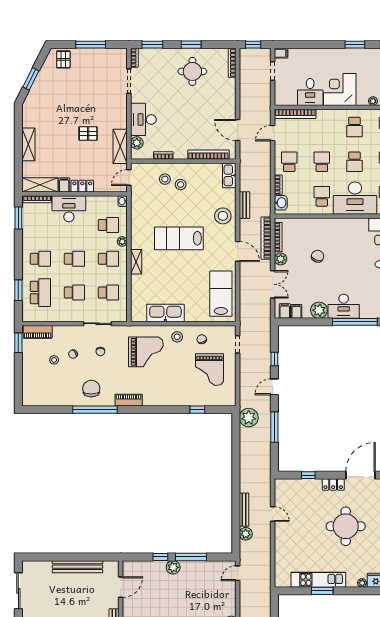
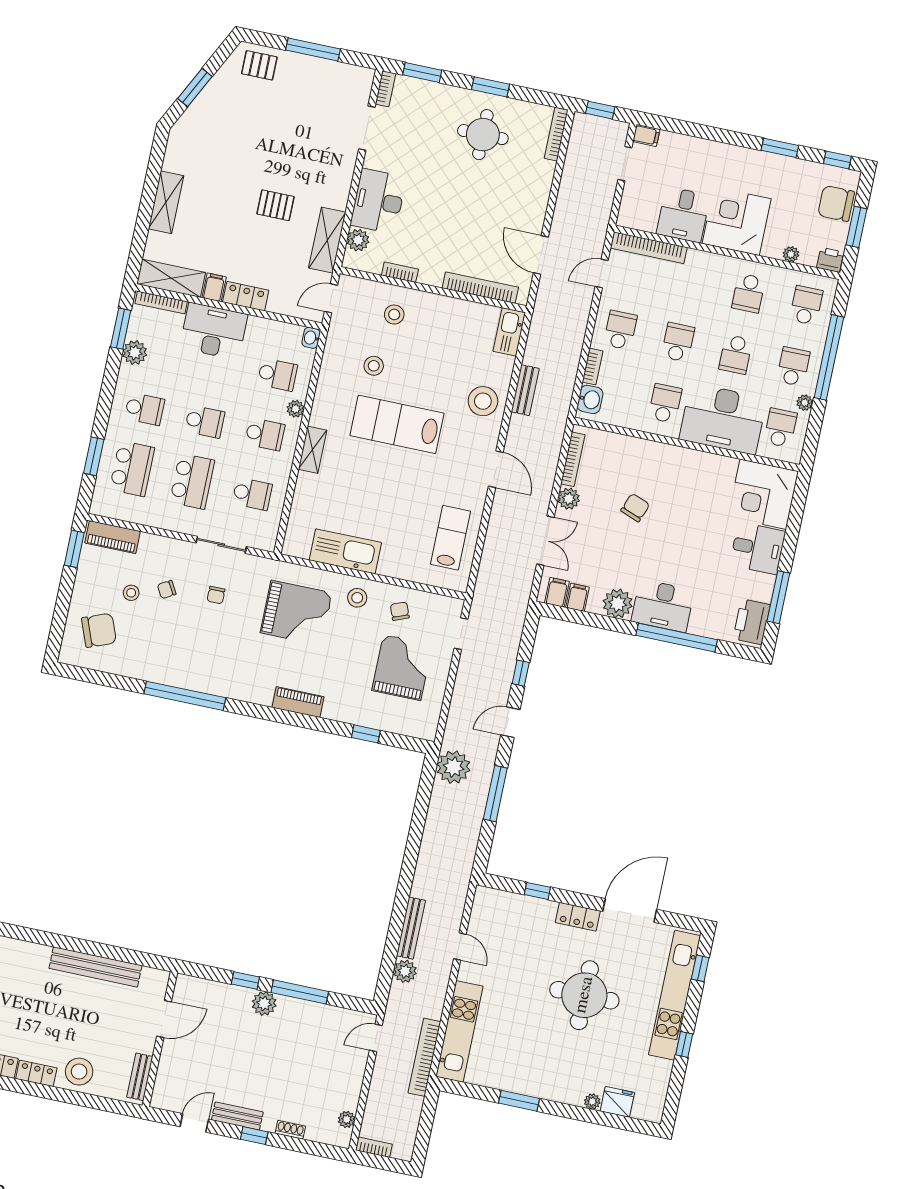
pallet: (63, 59) -> (259, 65), turned 90
stool: (181, 185) -> (374, 366), moved
plant: (29, 229) -> (135, 353), added
bookcase: (266, 238) -> (424, 1057), moved
school desk: (74, 293) -> (192, 481), width x1.85
lab bench: (221, 294) -> (450, 538), width x0.73, depth x0.72
grand piano: (209, 370) -> (402, 668), turned 180
chair: (91, 389) -> (99, 630), moved, turned 70
piano: (129, 400) -> (298, 702), moved
kitchen unit: (318, 580) -> (459, 1031), moved, turned 90

